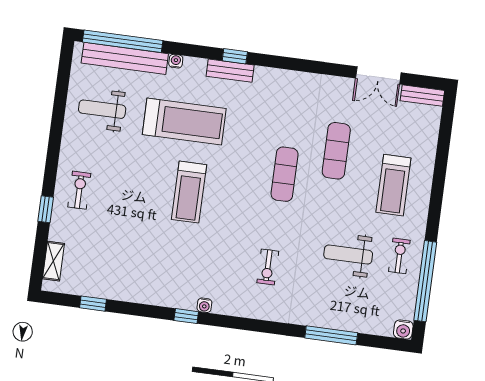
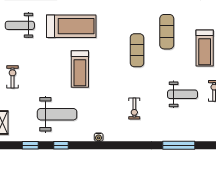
weight bench: (348, 255) -> (183, 94), turned 180
weight bench: (143, 260) -> (57, 114), added
window: (186, 316) -> (61, 145), moved

